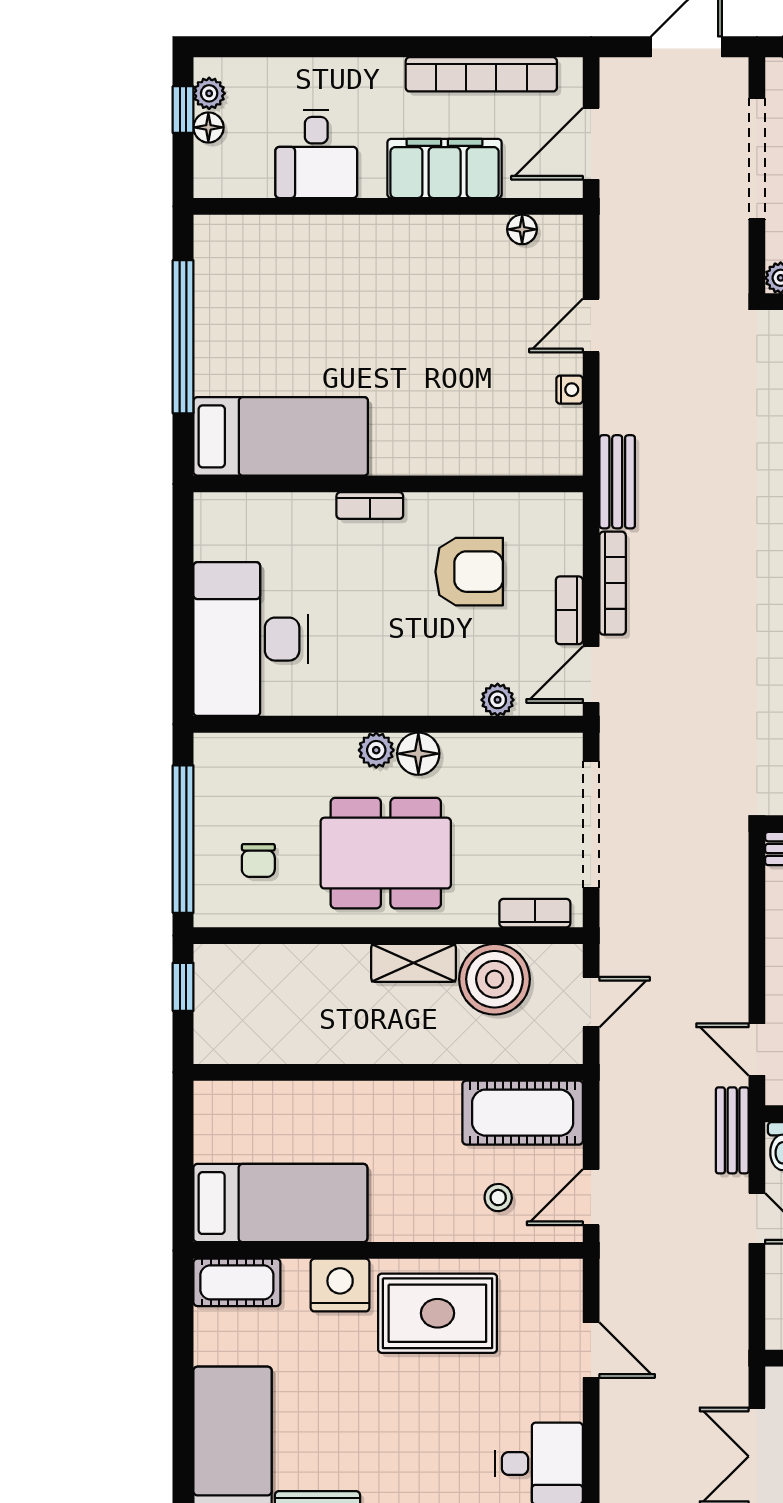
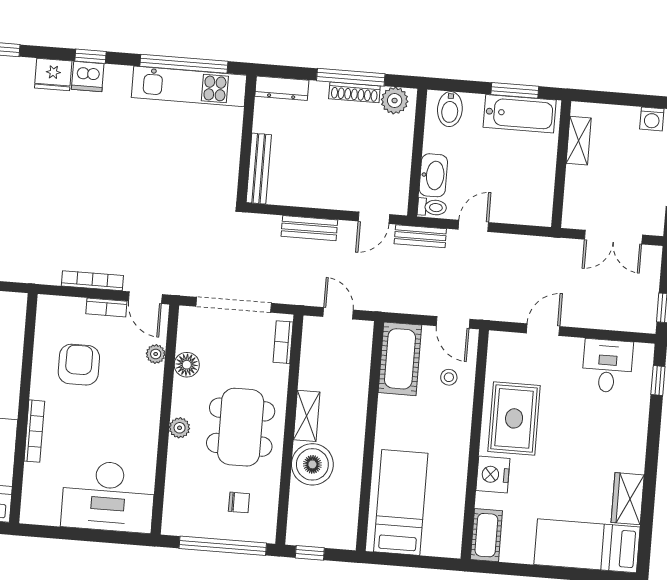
bench: (617, 482) -> (309, 228), moved
bookcase: (370, 506) -> (34, 431), width x1.56
floor lamp: (418, 754) -> (187, 365), moved
boiler: (495, 979) -> (312, 464), moved
bed: (280, 1203) -> (401, 502), moved

